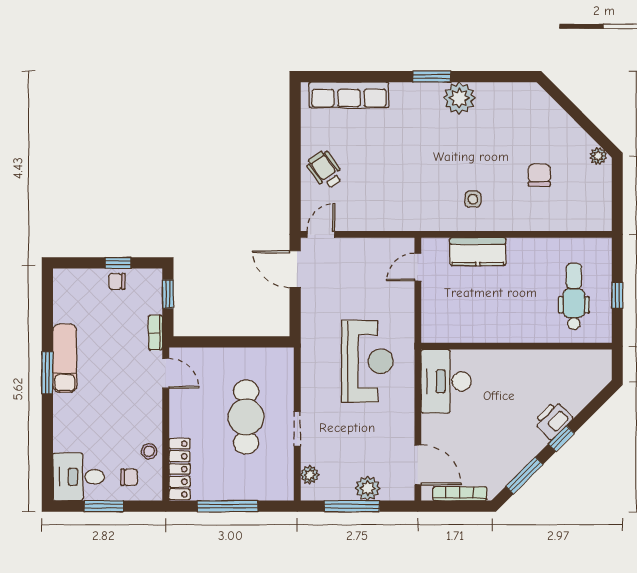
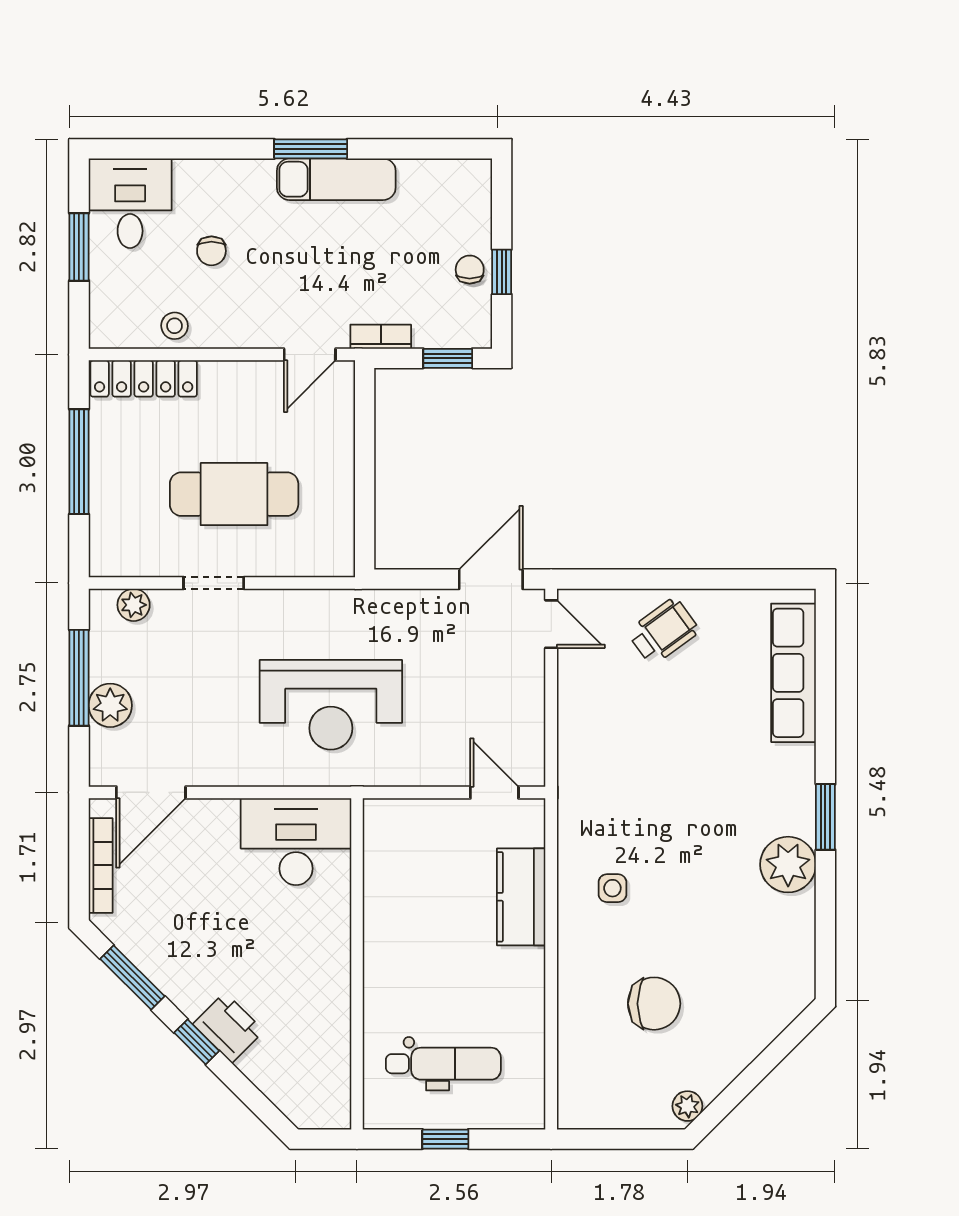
chair: (539, 175) -> (654, 1004), width x1.37, depth x1.37
chair: (129, 477) -> (211, 251), moved

